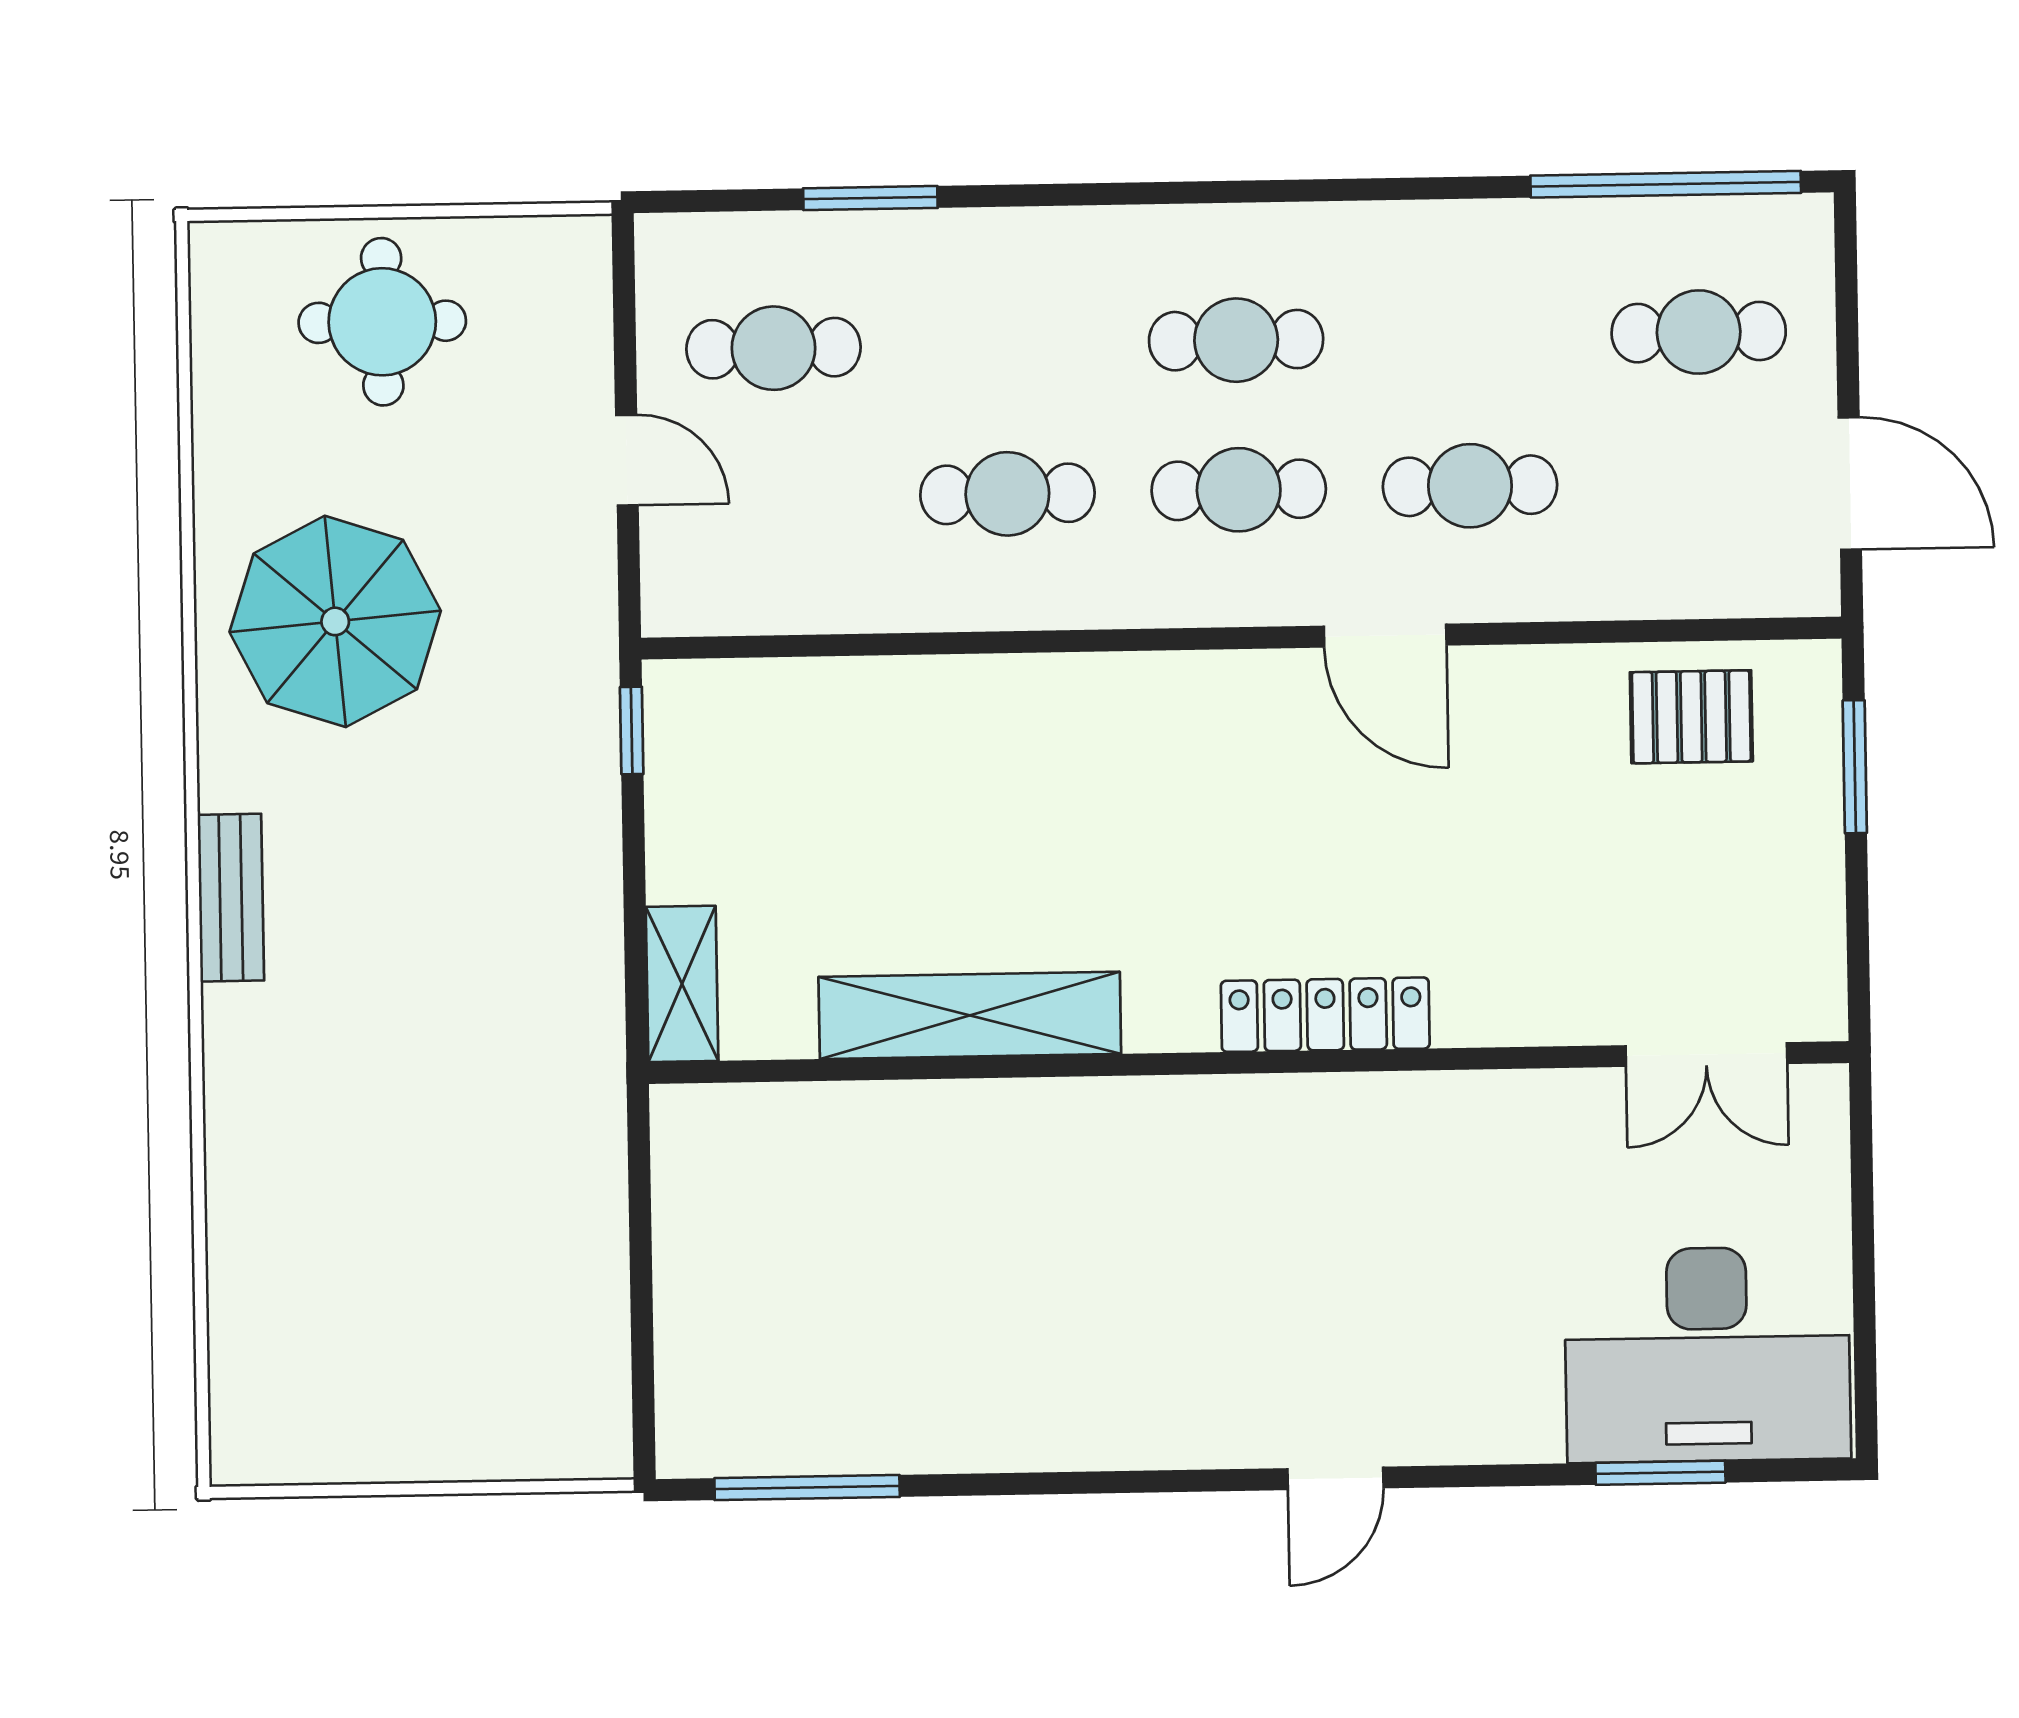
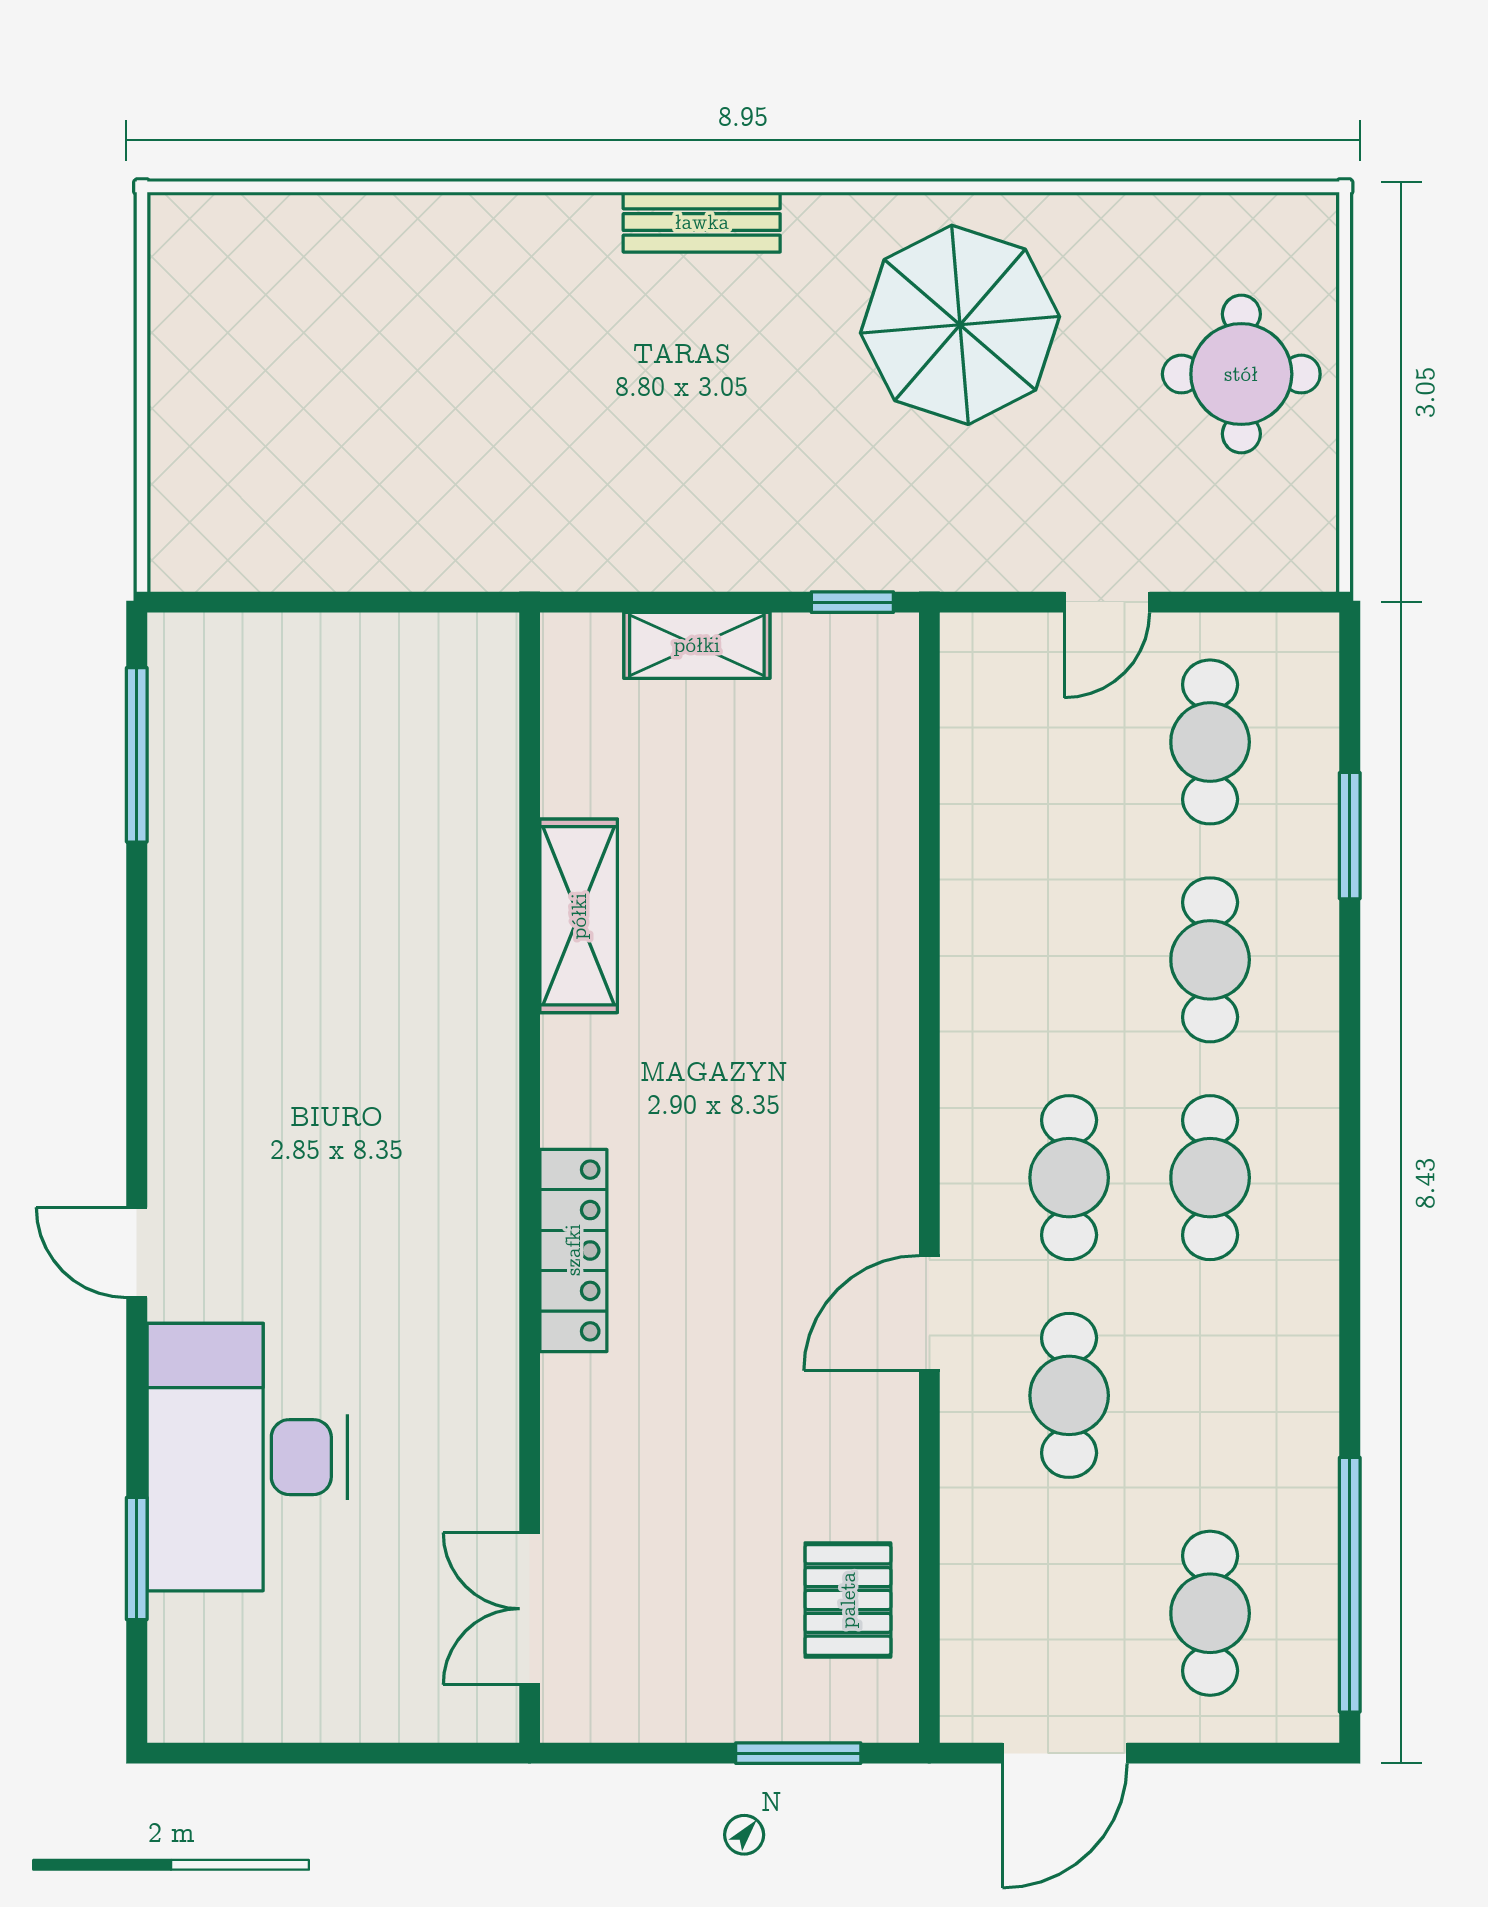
cafe table: (1007, 494) -> (1210, 960), moved
shelving: (682, 984) -> (697, 645), moved
shelving: (970, 1015) -> (579, 916), width x0.68
desk: (1708, 1355) -> (247, 1457), moved

